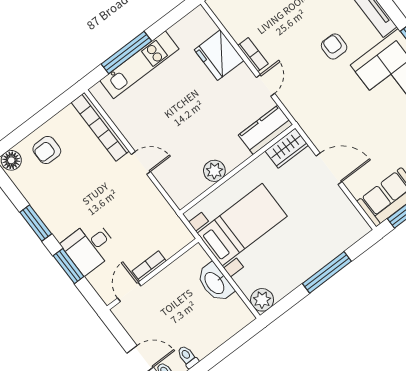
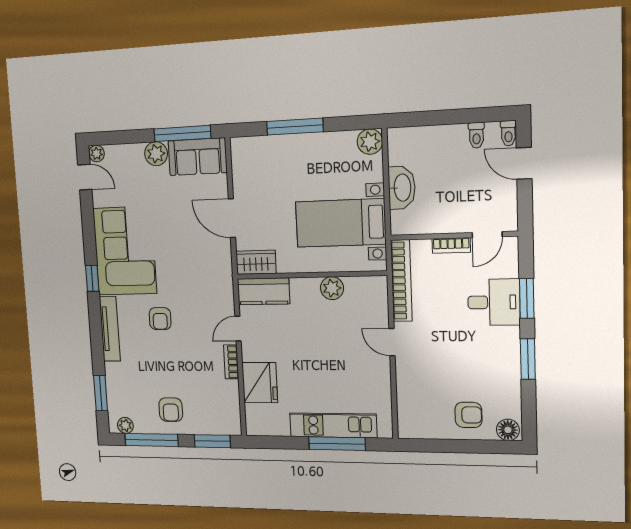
bookcase: (100, 127) -> (401, 281), moved

